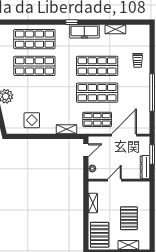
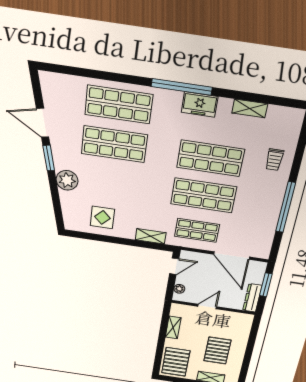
window: (72, 22) -> (182, 87), width x3.17
freezer: (84, 31) -> (200, 104), width x0.71
door: (124, 135) -> (232, 256), swing flipped

